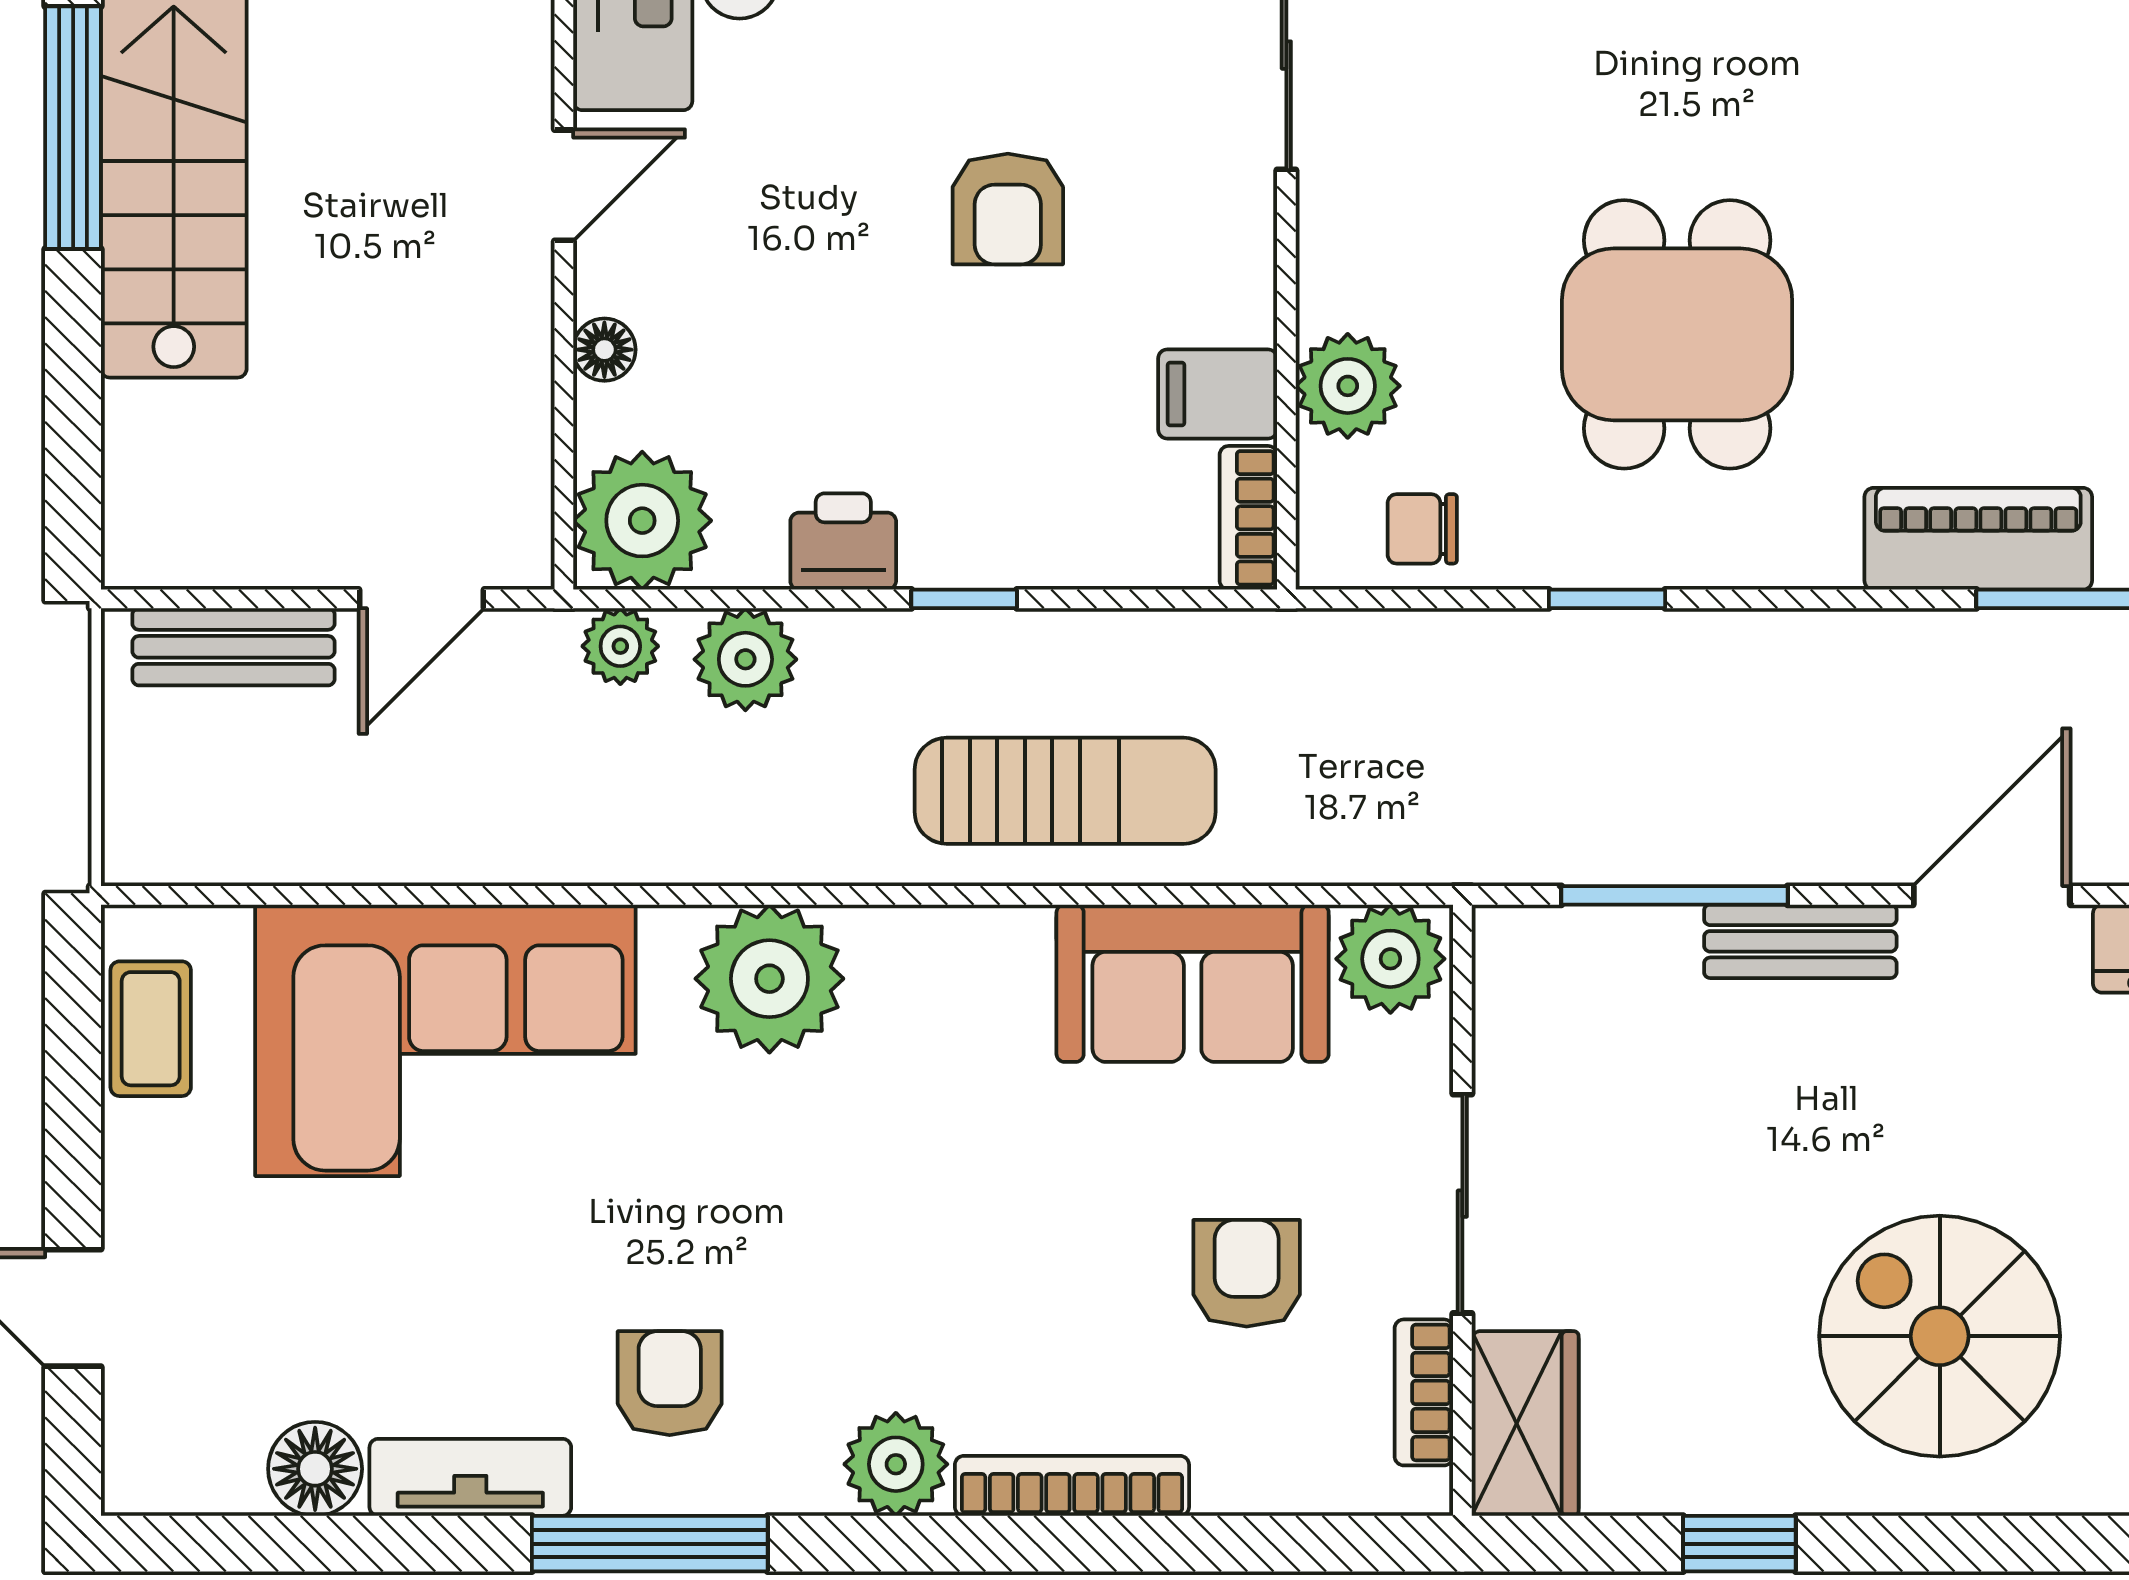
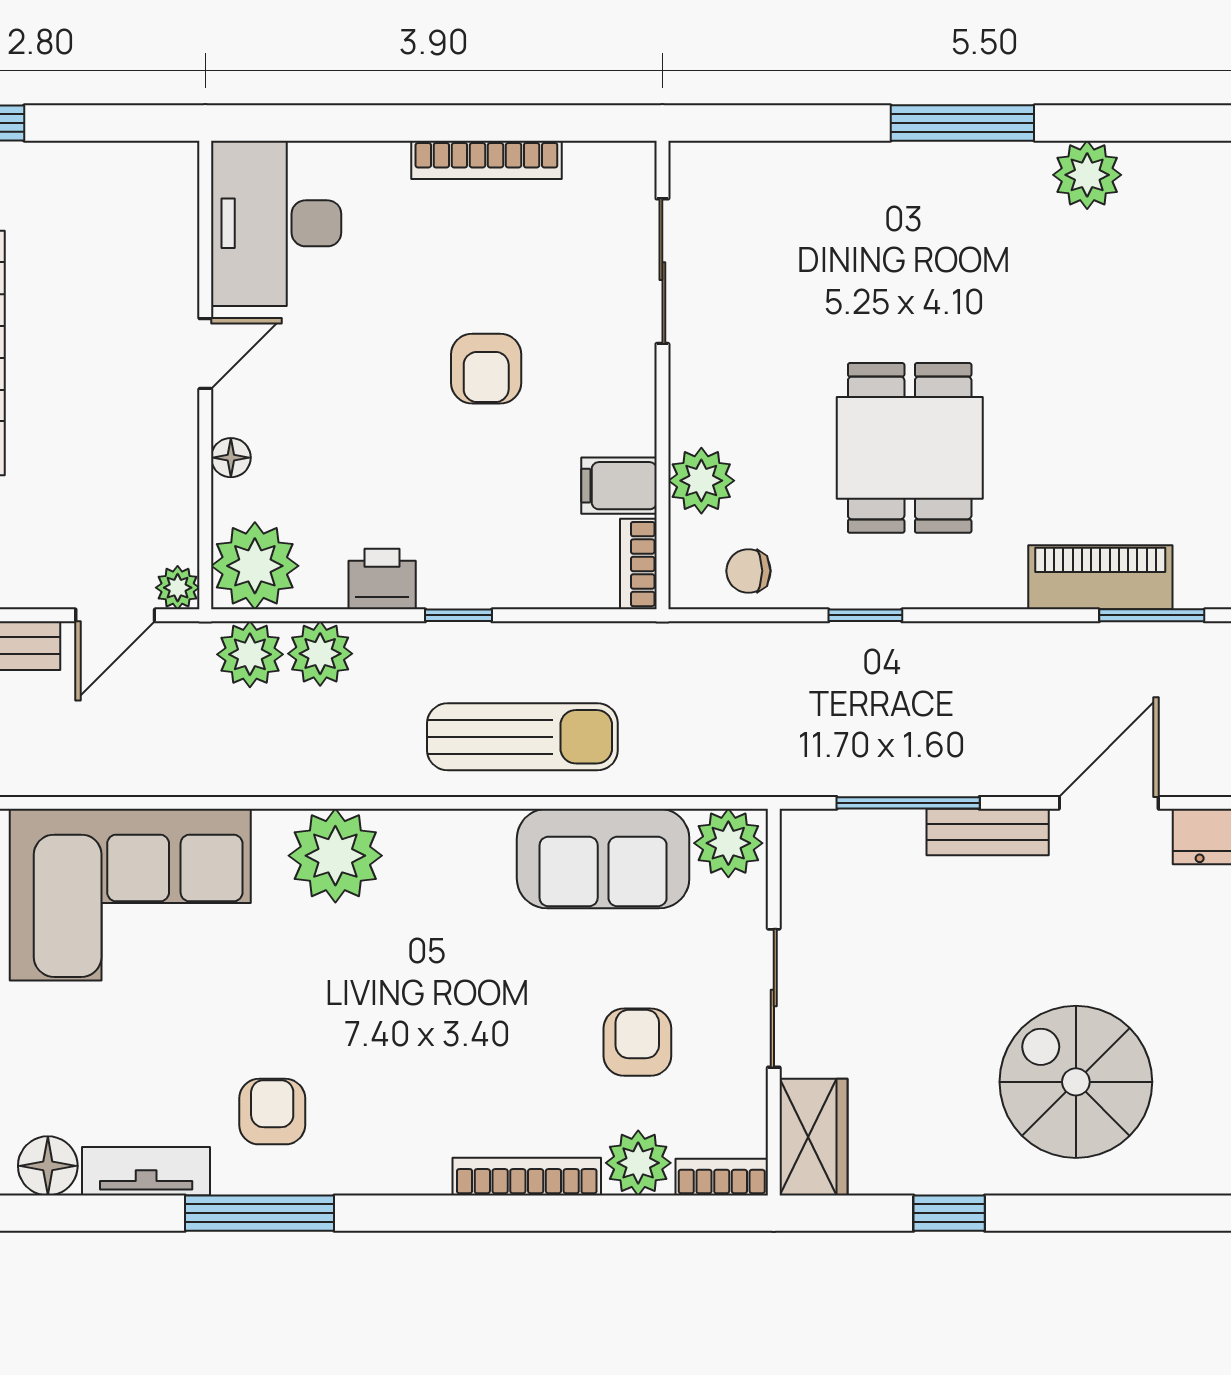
plant: (520, 555) -> (178, 588), added
plant: (620, 646) -> (250, 654), width x1.38, depth x1.38
bookcase: (1424, 1392) -> (722, 1177), moved, turned 90
plant: (896, 1464) -> (638, 1163), moved

